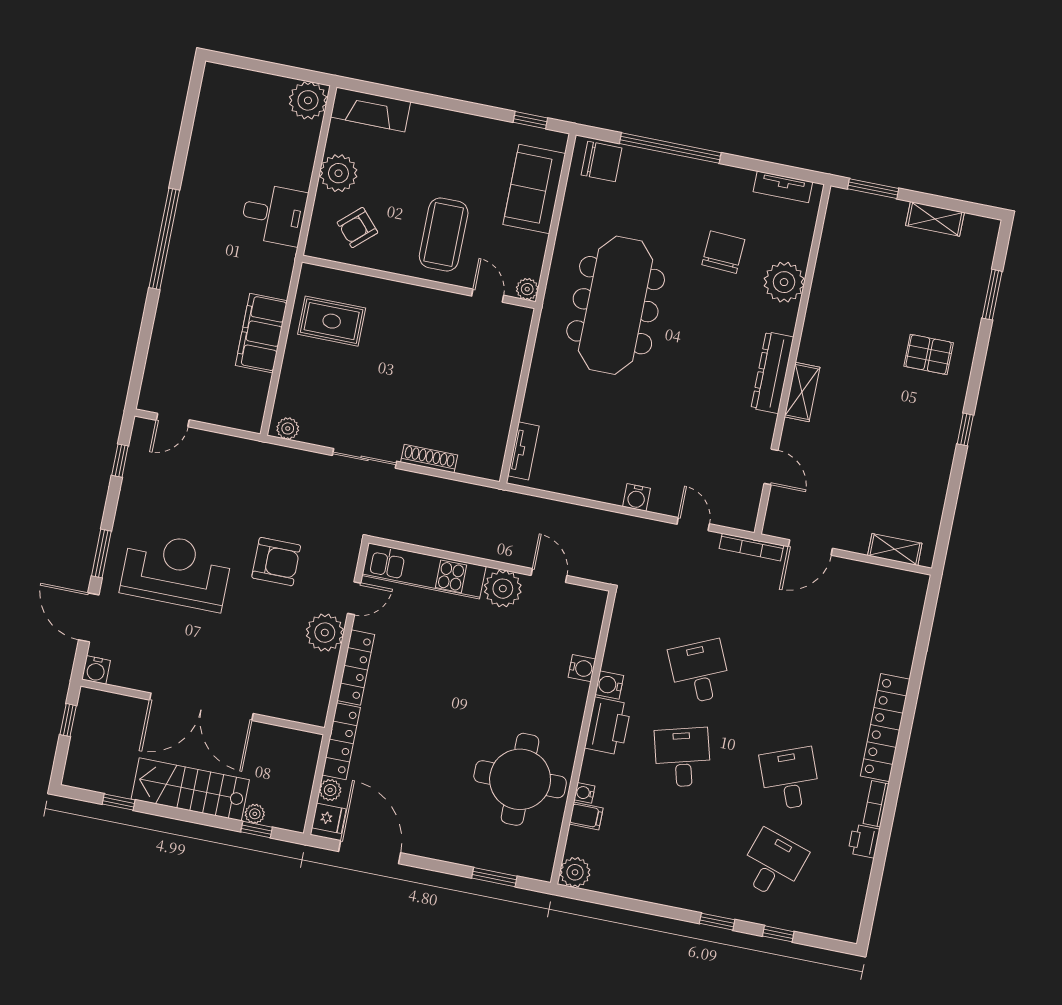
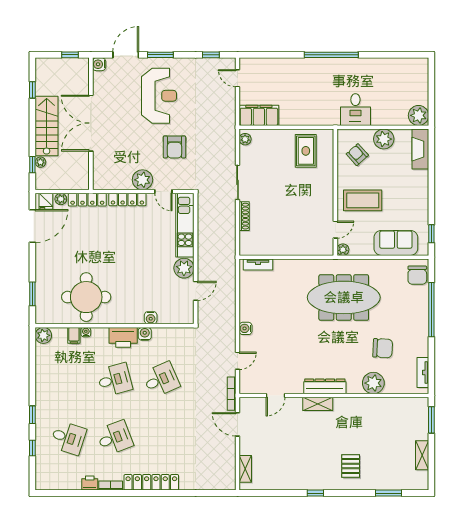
filing cabinet: (261, 333) -> (259, 115), moved

